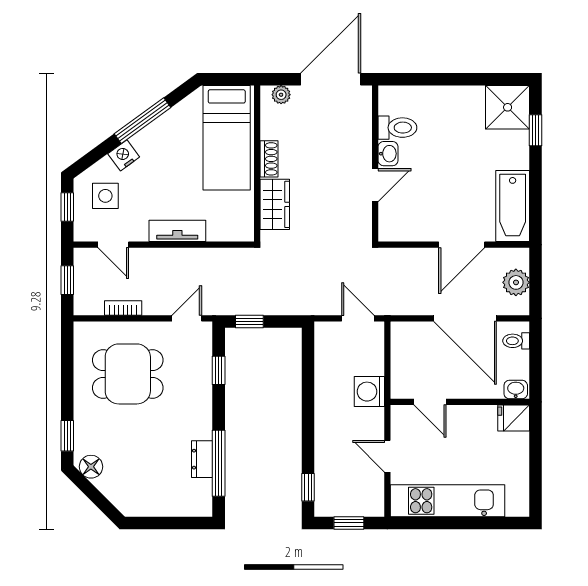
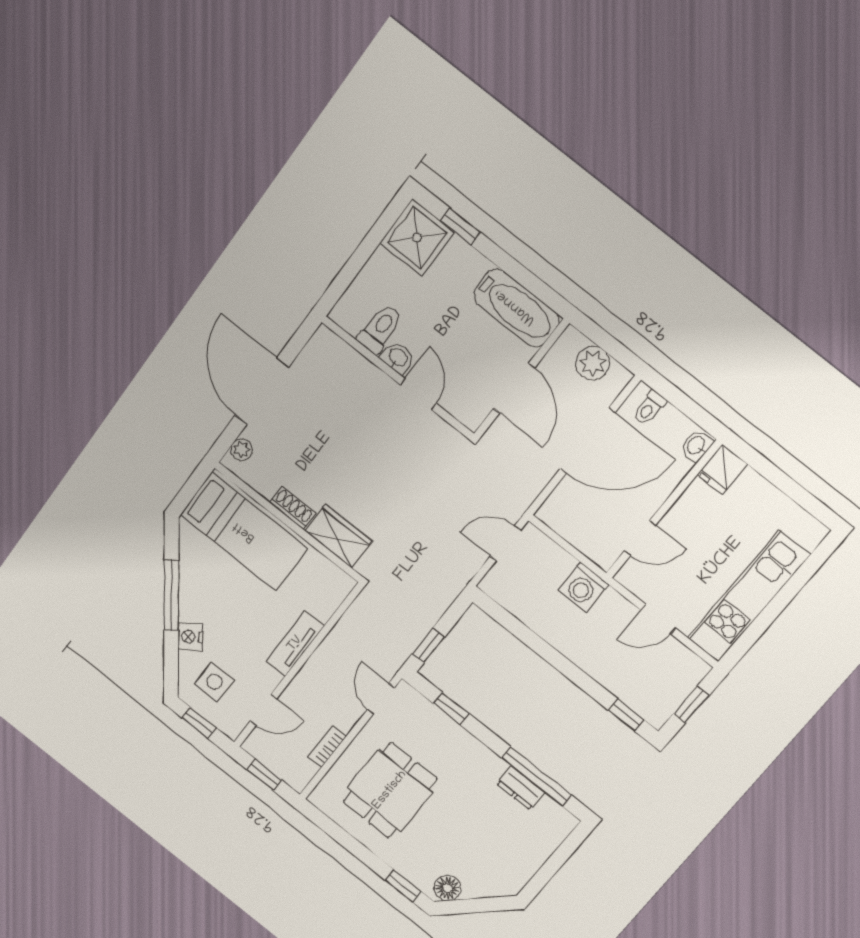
toilet: (397, 128) -> (380, 329), moved
washbasin: (388, 154) -> (398, 358), moved
wall: (375, 164) -> (398, 378), moved
door: (375, 185) -> (418, 394), moved

